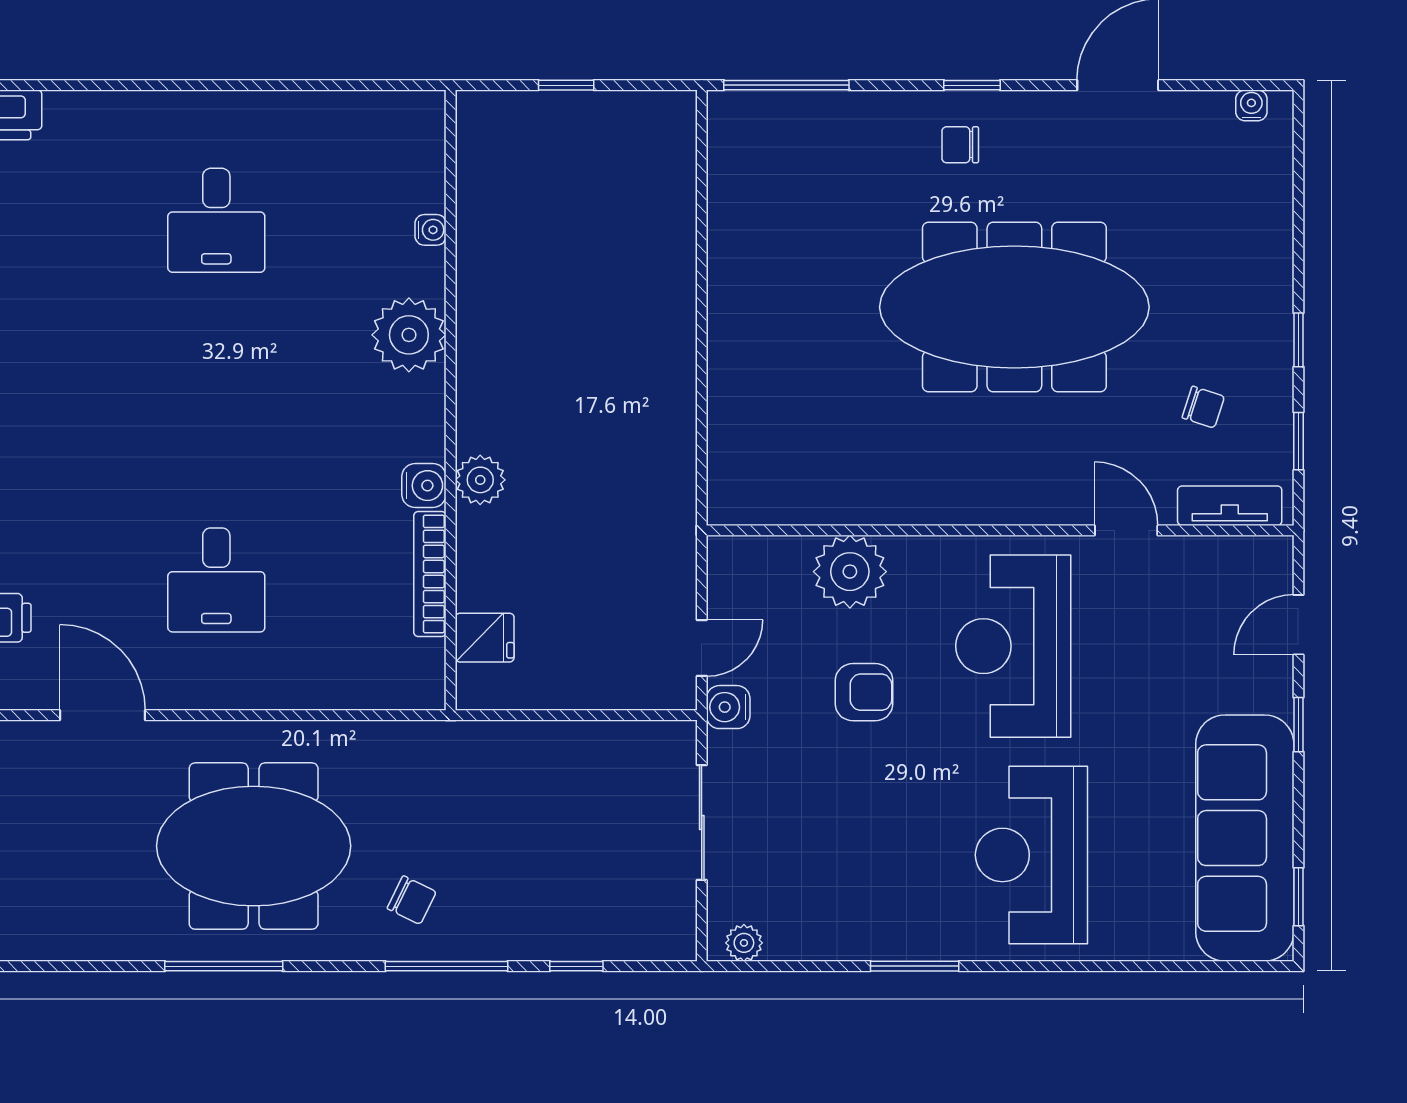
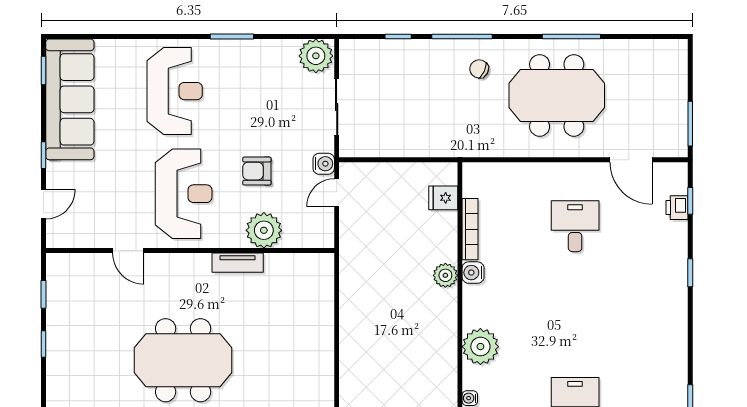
meeting table: (1014, 307) -> (183, 360), width x0.73
chair: (1203, 407) -> (90, 311), removed
tv unit: (1230, 506) -> (238, 263), moved
plant: (744, 943) -> (316, 56), width x1.87, depth x1.87

